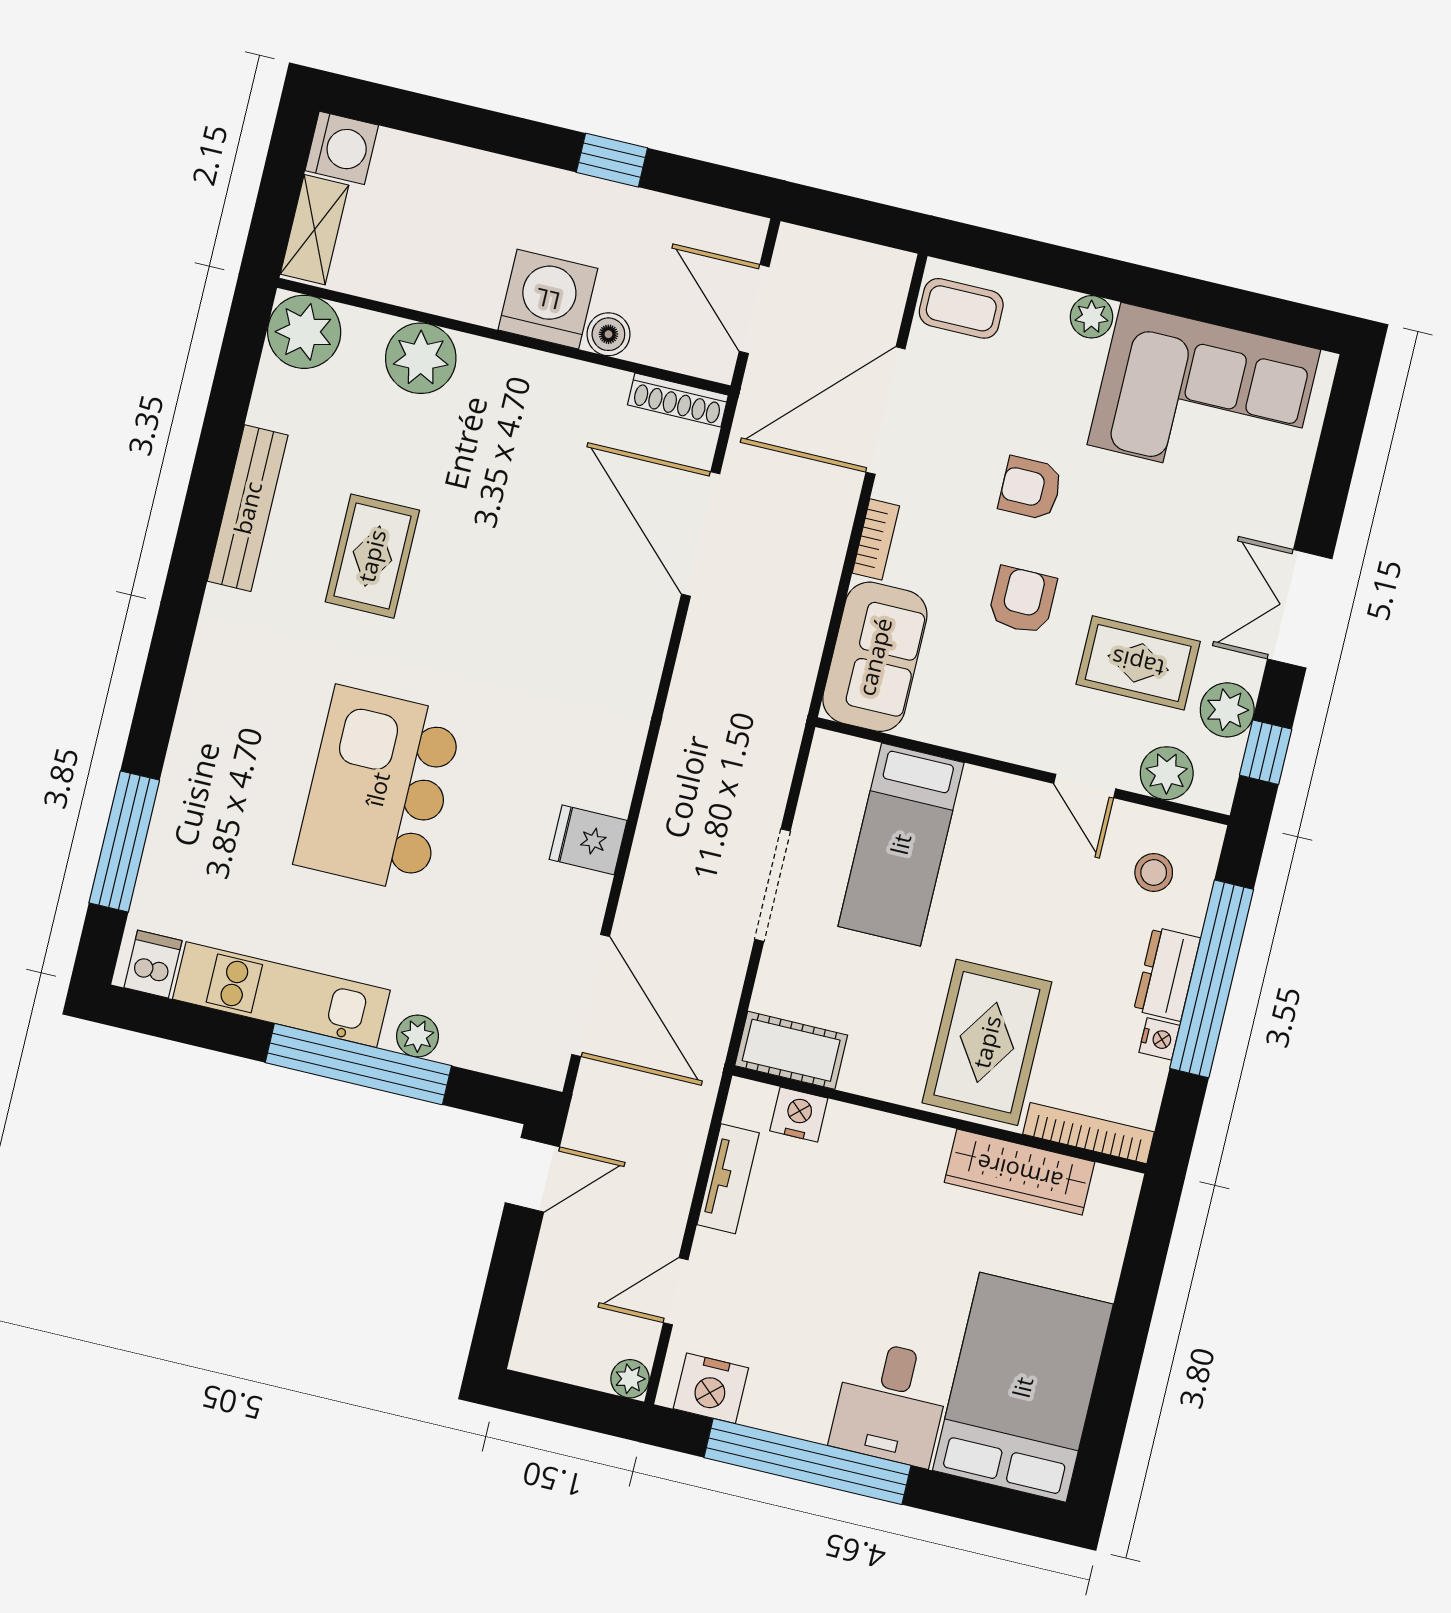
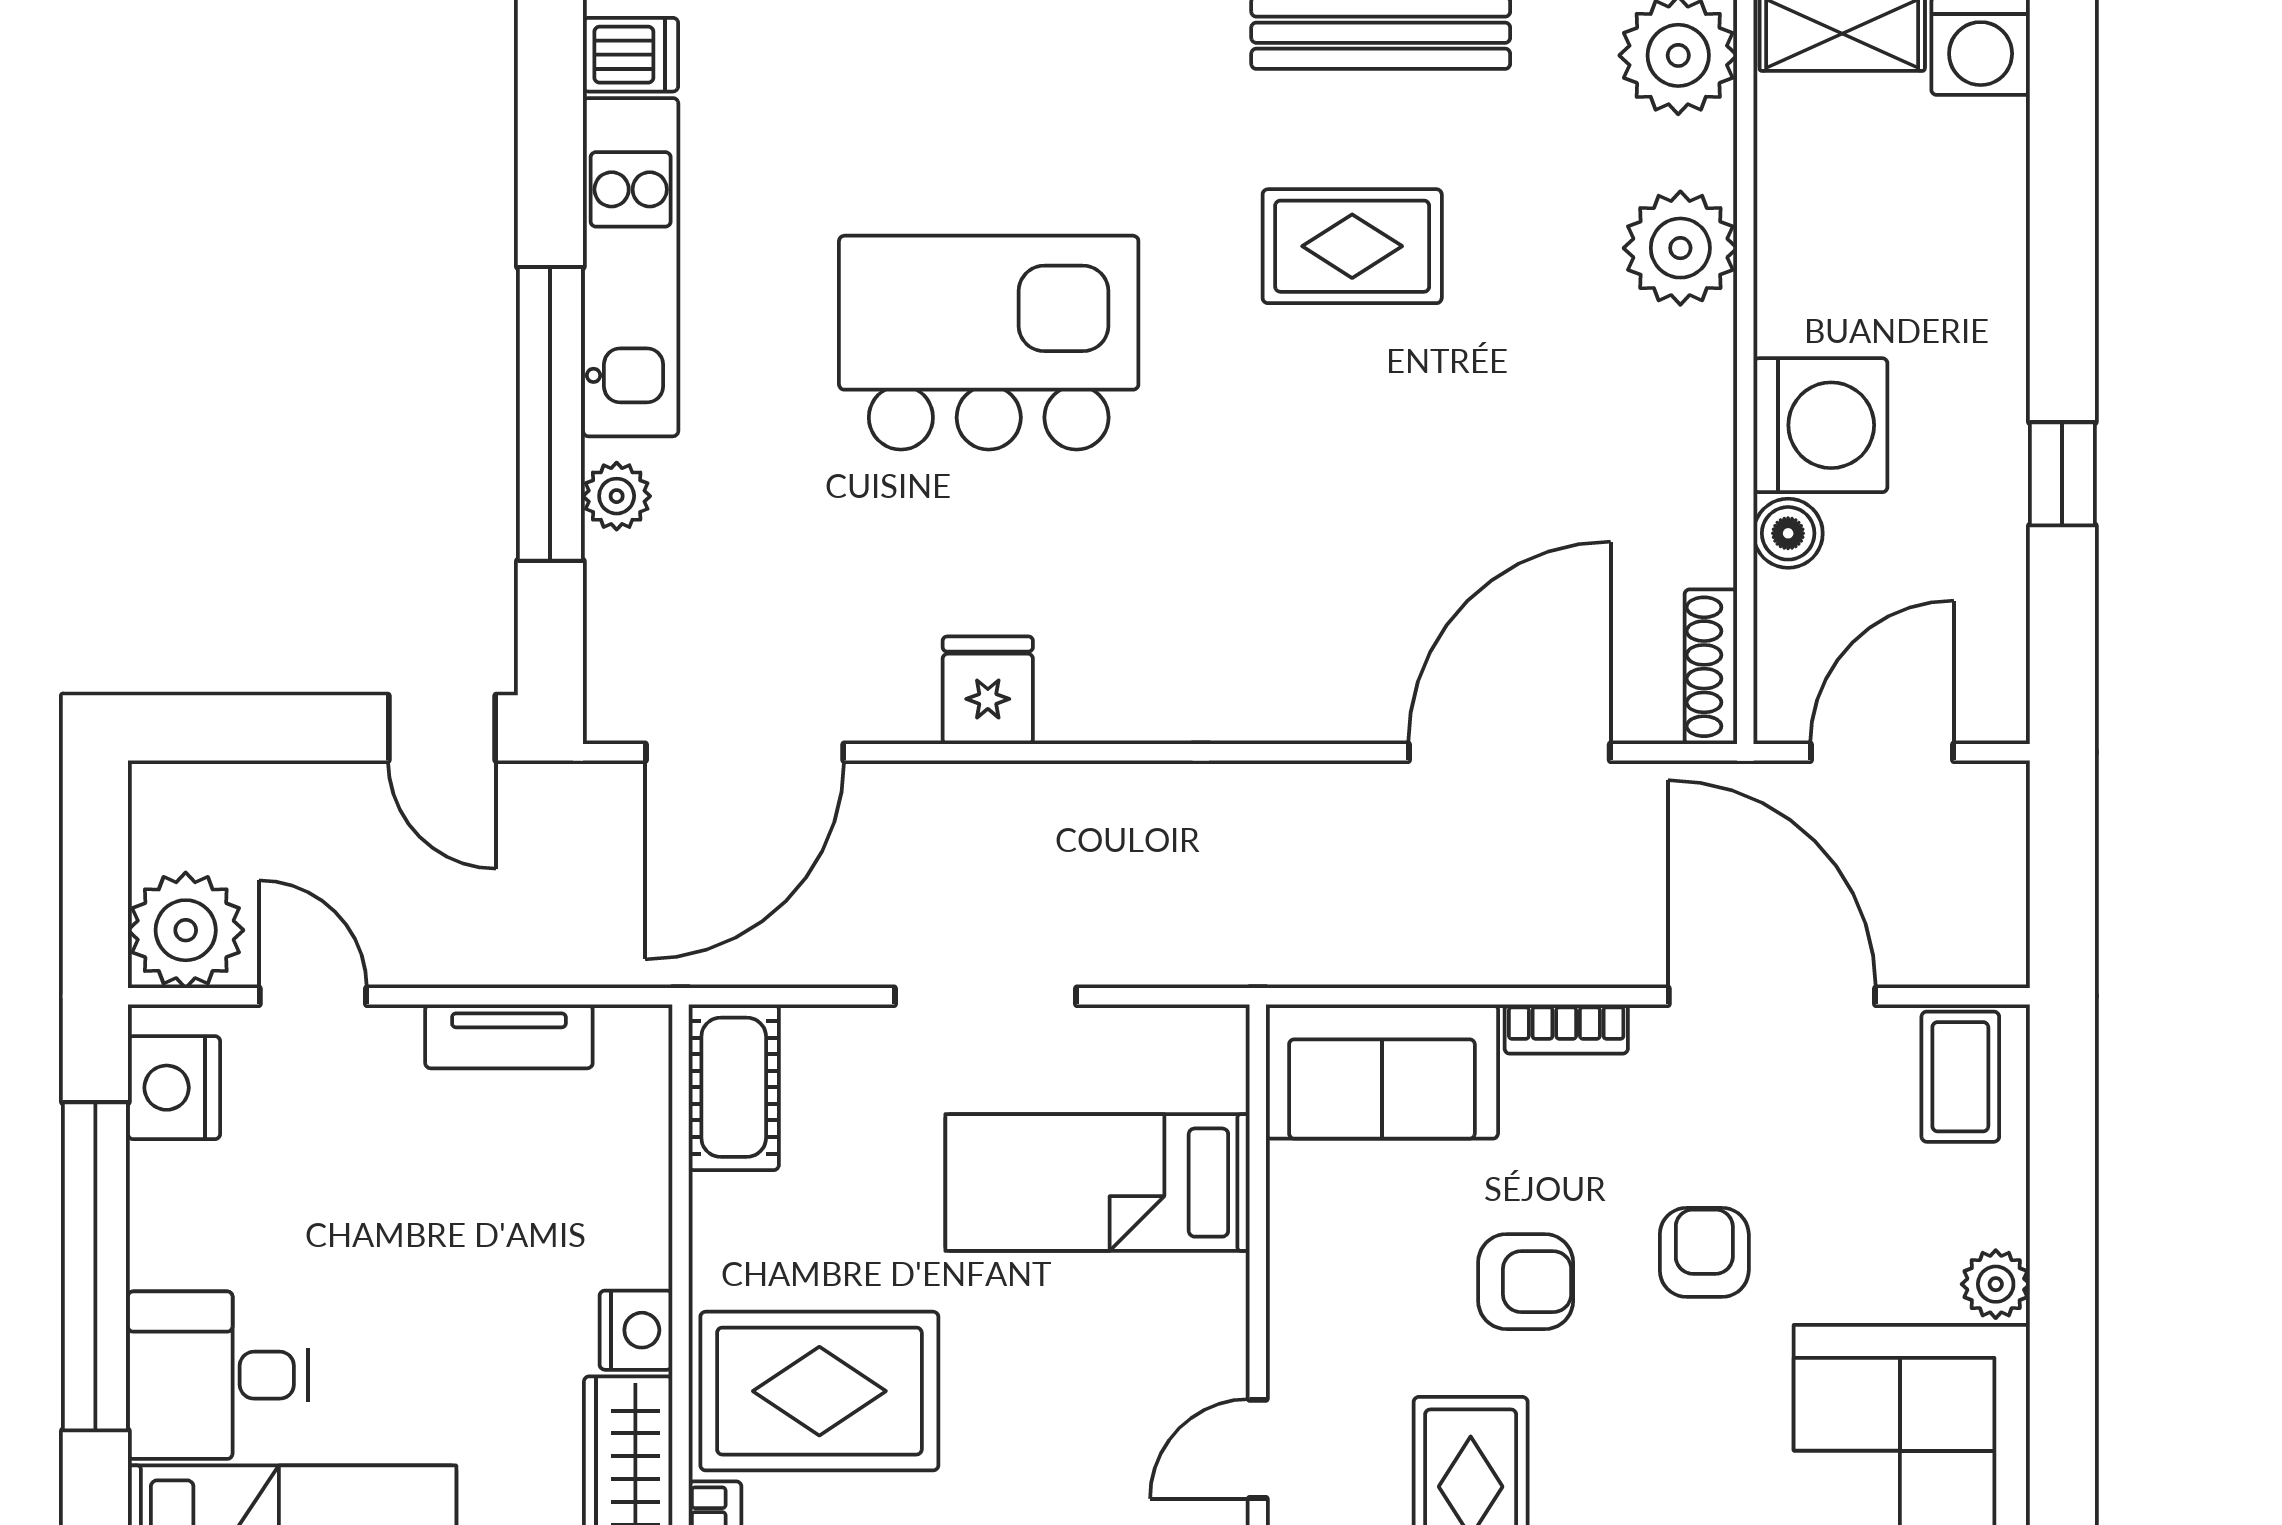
nightstand: (799, 1115) -> (636, 1330), moved
plant: (630, 1379) -> (186, 930), width x1.87, depth x1.87

